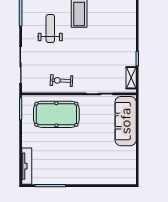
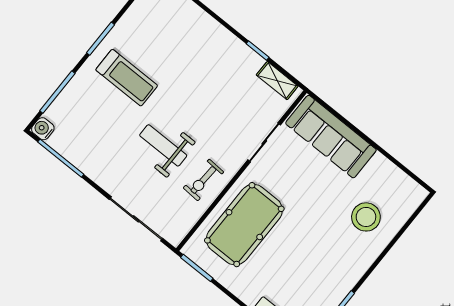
weight bench: (50, 28) -> (163, 145), moved
stool: (103, 165) -> (366, 217), added

